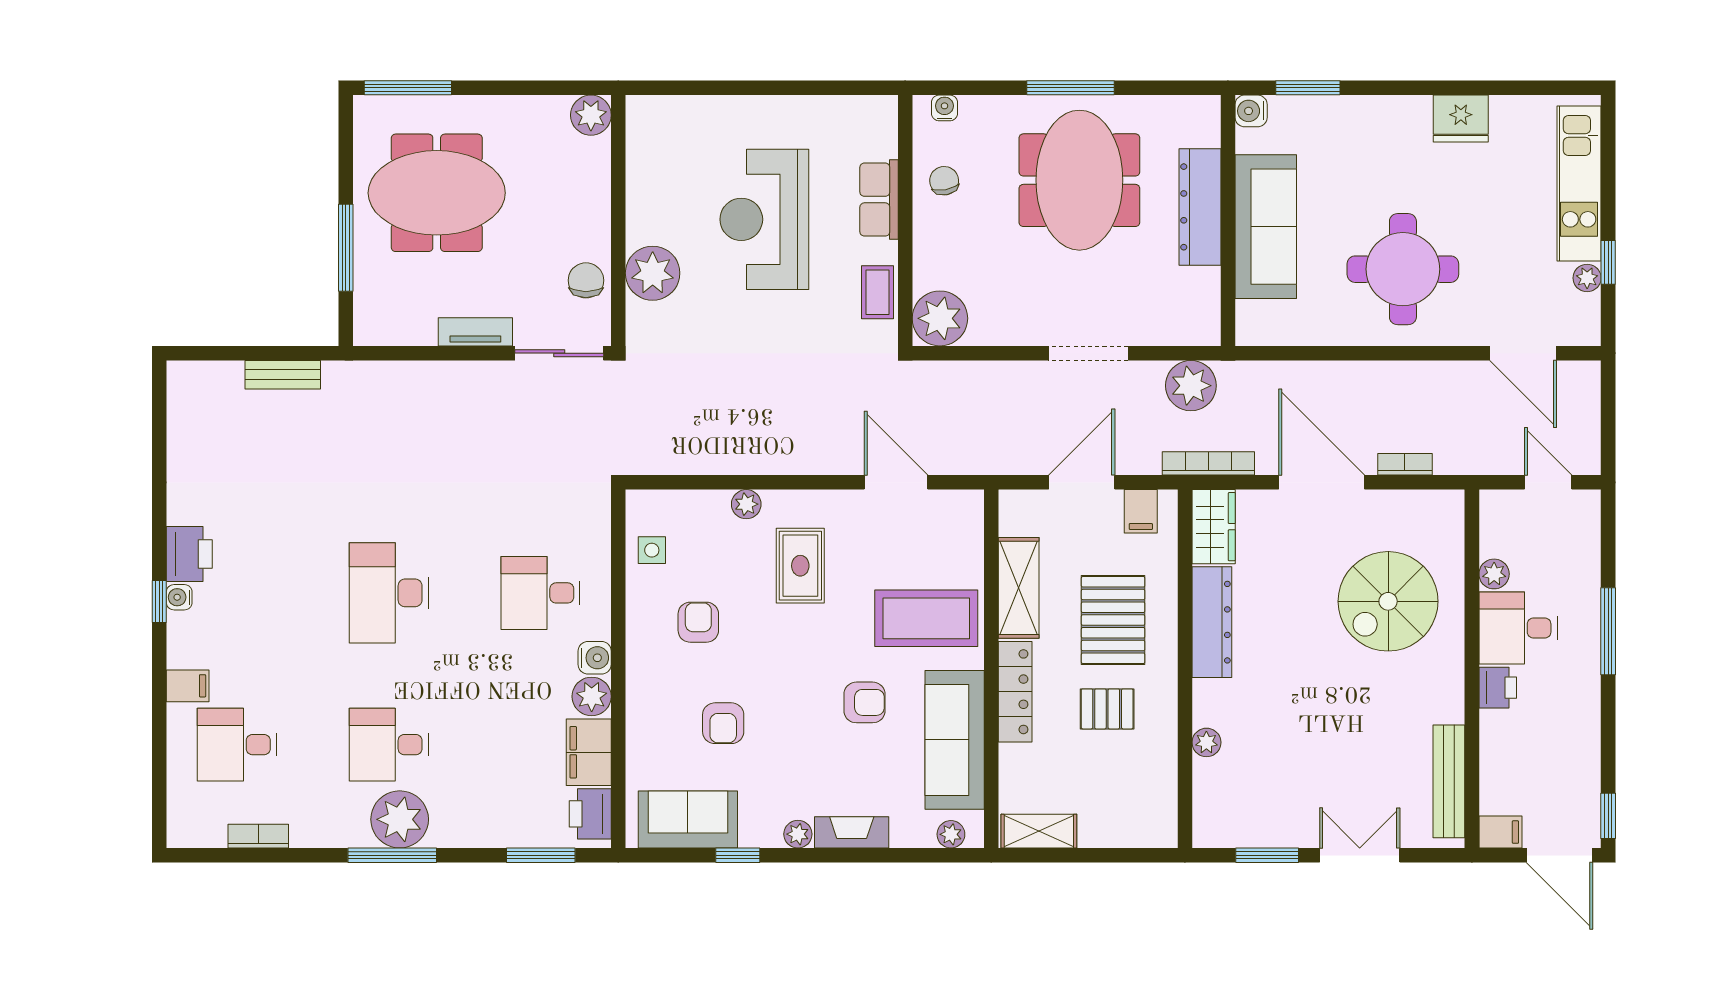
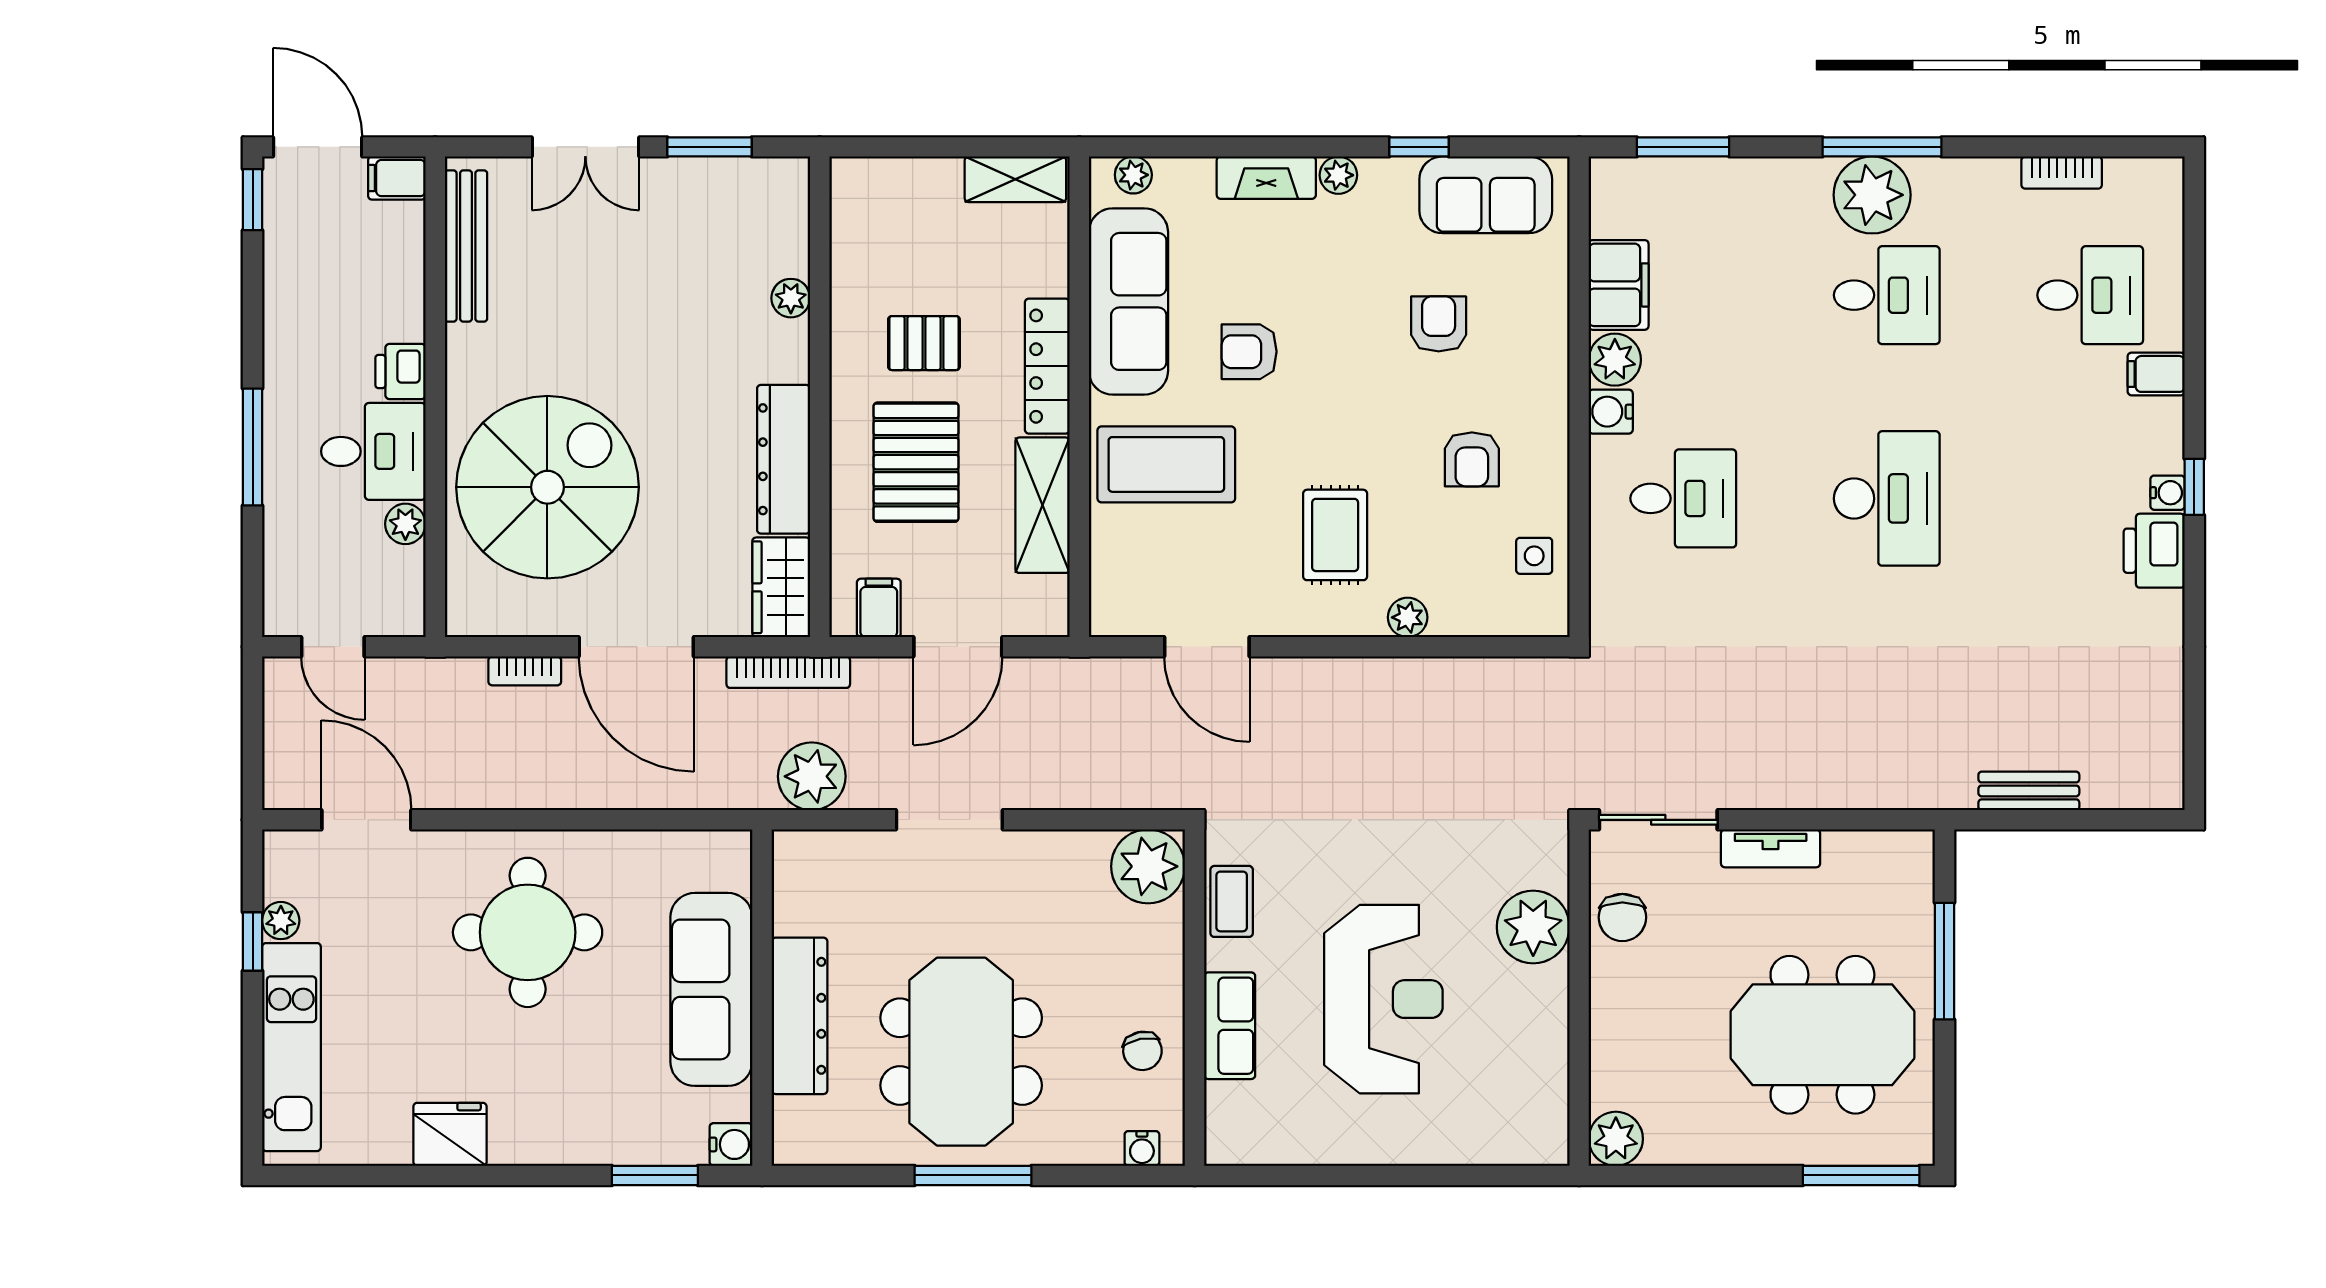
spiral stairs: (1388, 601) -> (547, 487), width x1.37, depth x1.37
printer: (590, 814) -> (1617, 202), removed

